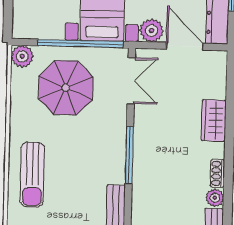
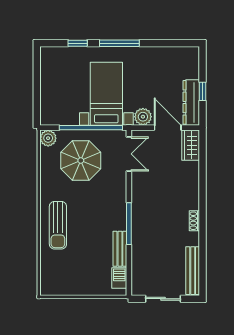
wardrobe: (214, 120) -> (191, 145), moved
window: (129, 155) -> (129, 224), moved
plant: (215, 198) -> (193, 239), removed

